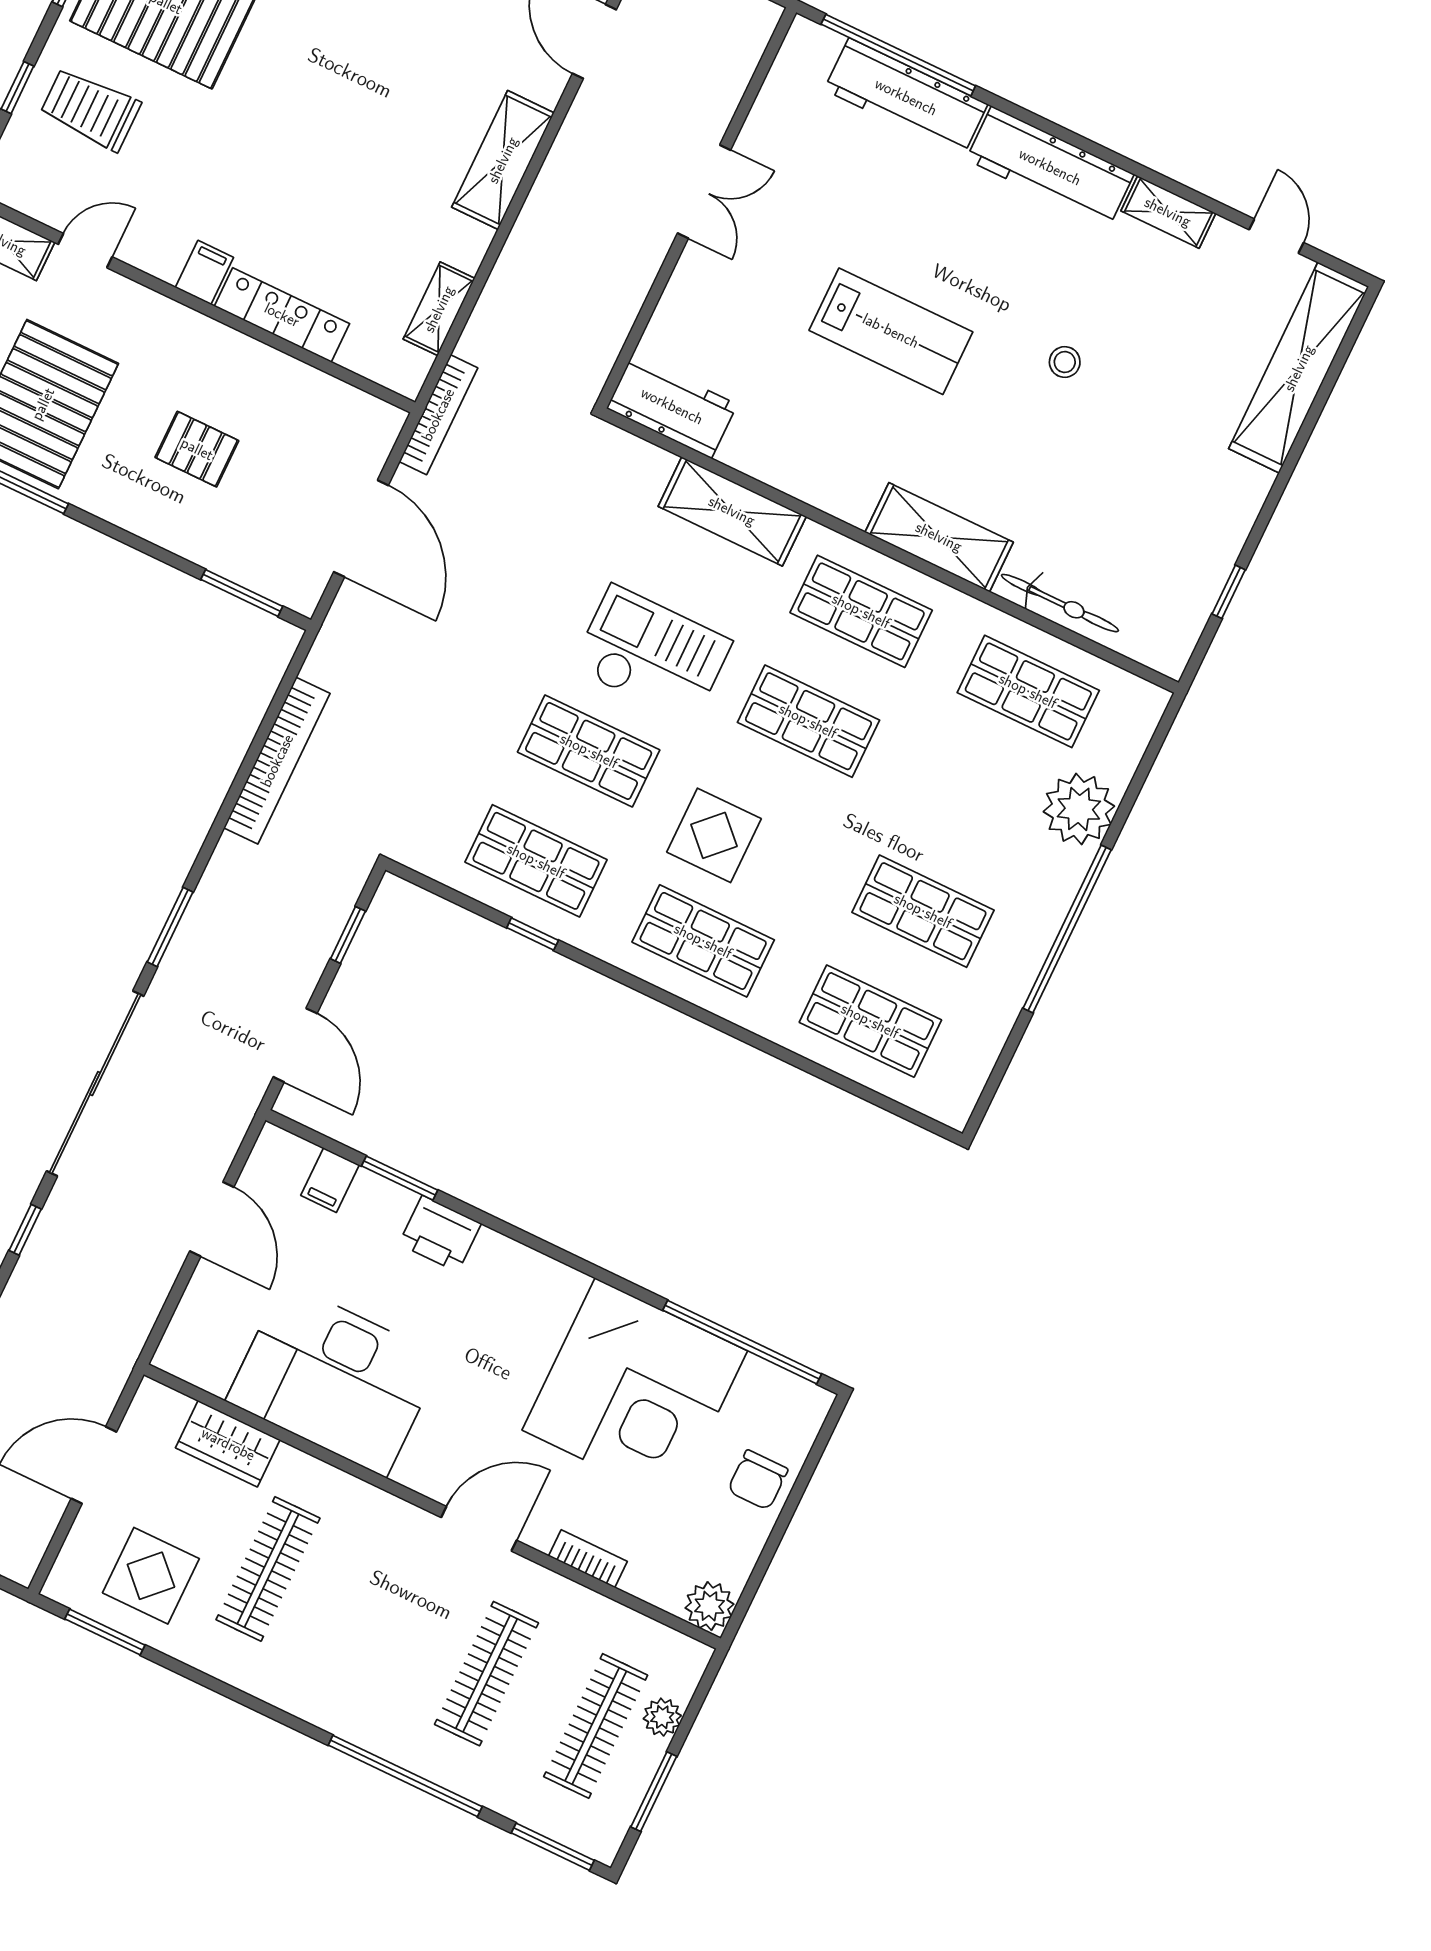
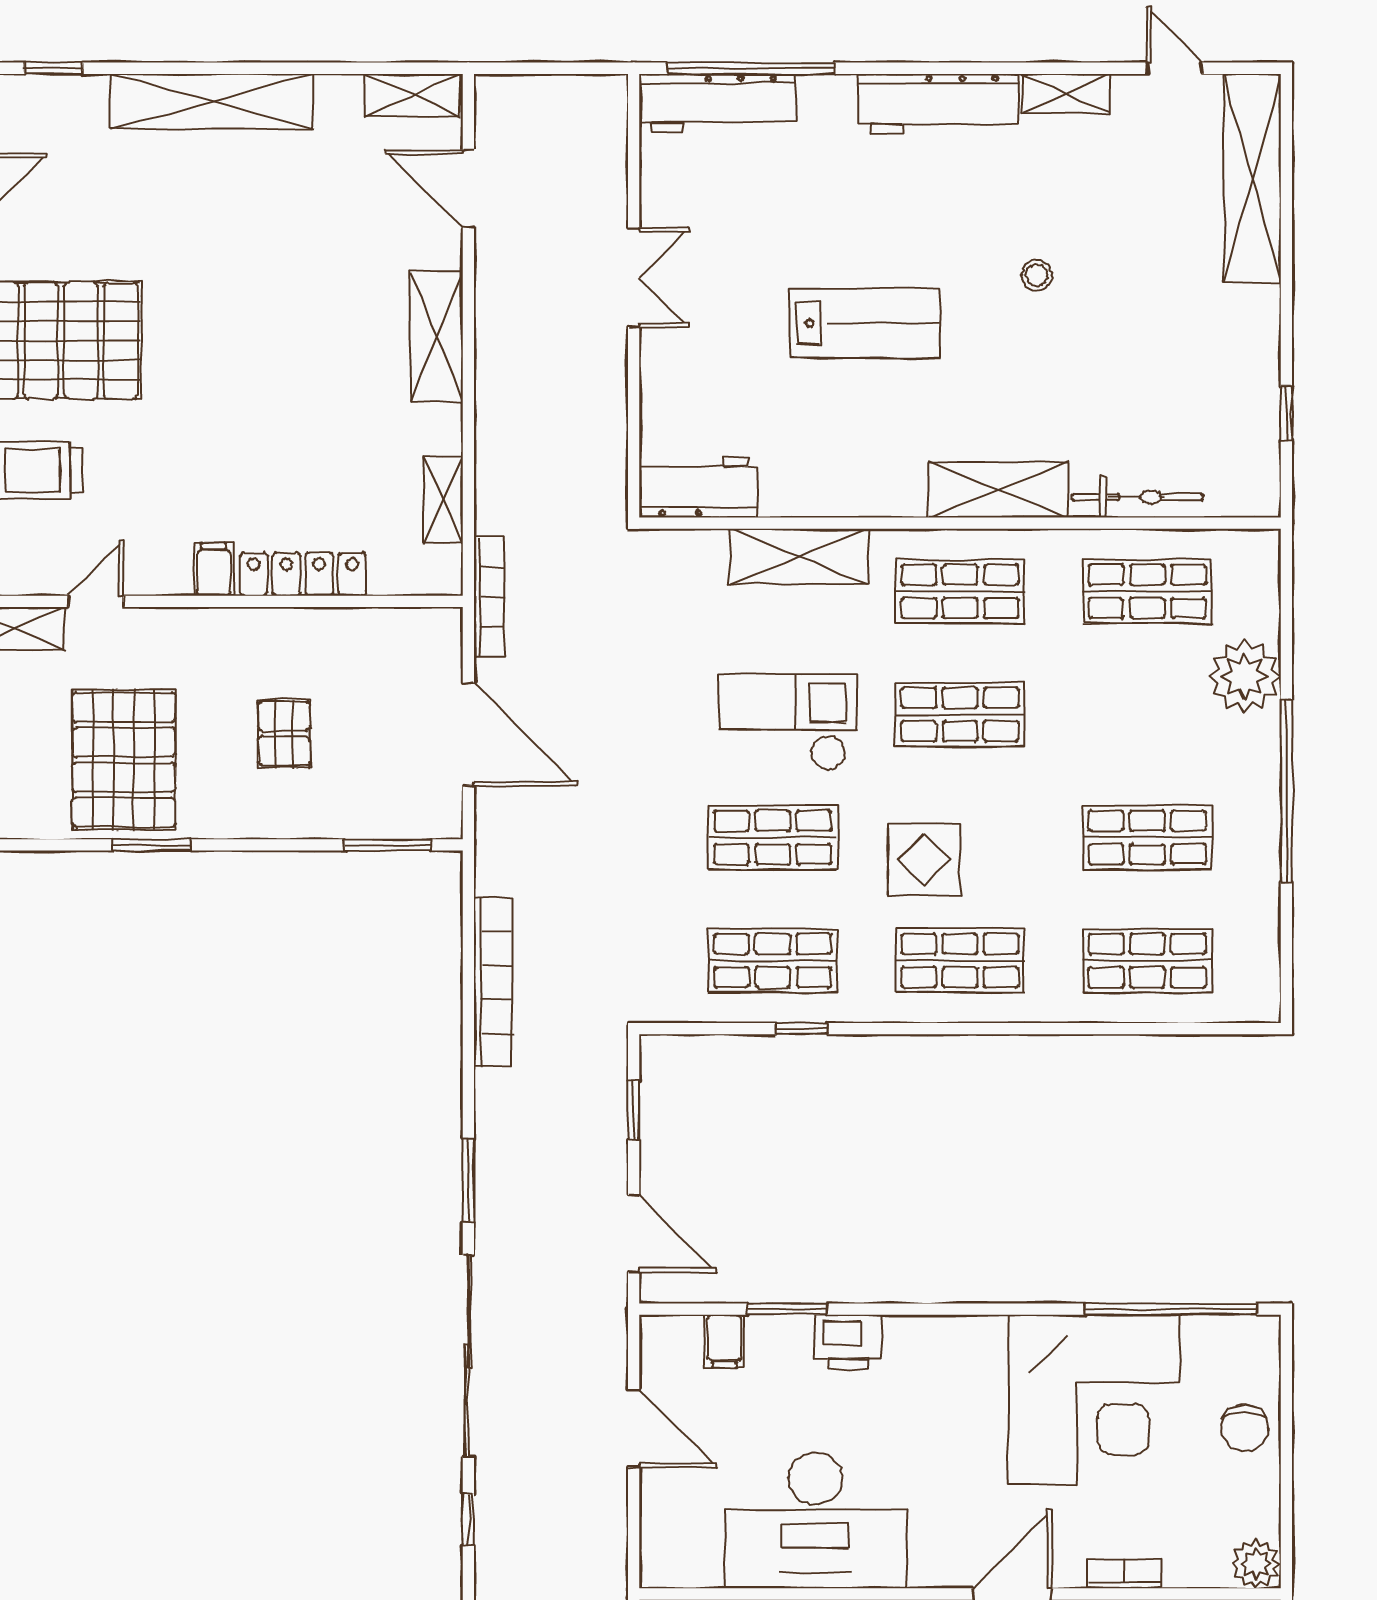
workbench: (906, 97) -> (717, 103), moved
pallet: (197, 449) -> (284, 733), turned 90

